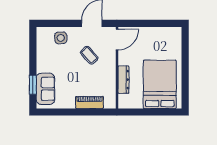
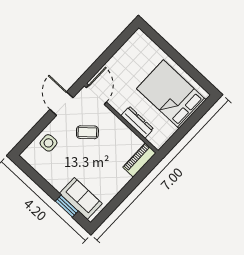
piano: (89, 102) -> (139, 160), moved

